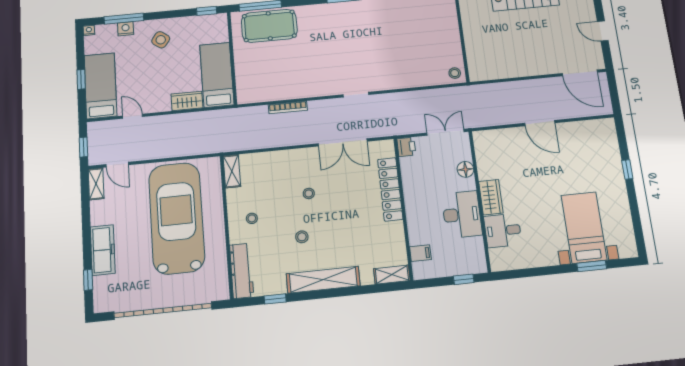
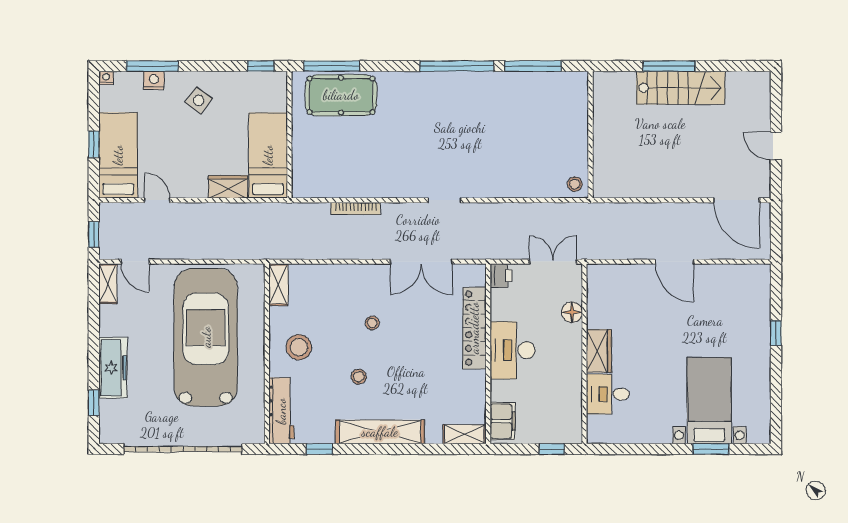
desk: (462, 214) -> (513, 350), moved, turned 180
stool: (252, 218) -> (299, 347), width x1.89, depth x1.89
filing cabinet: (420, 253) -> (503, 421), width x2.00

